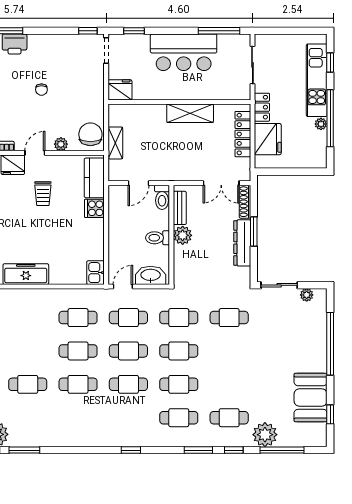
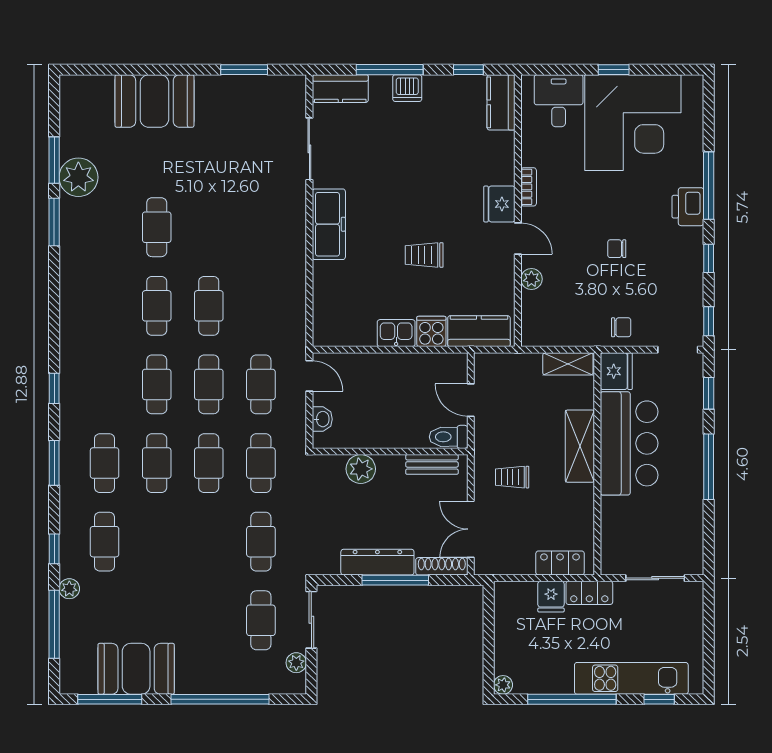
window: (48, 31) -> (709, 258), added
window: (219, 31) -> (709, 467), moved
bar counter: (184, 52) -> (629, 443), moved, turned 180
shelving: (190, 113) -> (580, 446), moved
plant: (321, 124) -> (503, 685), moved
chair: (90, 134) -> (621, 327), moved, width x0.54, depth x0.54
locker: (243, 134) -> (560, 563), width x0.66
fridge: (268, 139) -> (551, 597), width x0.53, depth x0.75
shelving: (115, 143) -> (568, 364), moved
trolley: (188, 157) -> (512, 477), added
trolley: (43, 194) -> (424, 255), moved
window: (254, 232) -> (395, 580), width x1.44
plant: (183, 235) -> (361, 469), moved
toilet: (158, 238) -> (385, 430), removed
kitchen sink: (96, 273) -> (396, 333), moved
washbasin: (151, 275) -> (322, 419), width x0.52, depth x0.69
cafe table: (78, 318) -> (261, 620), moved
window: (330, 414) -> (110, 699), width x2.17
plant: (265, 435) -> (69, 589), width x0.53, depth x0.53
window: (198, 450) -> (54, 463), moved

